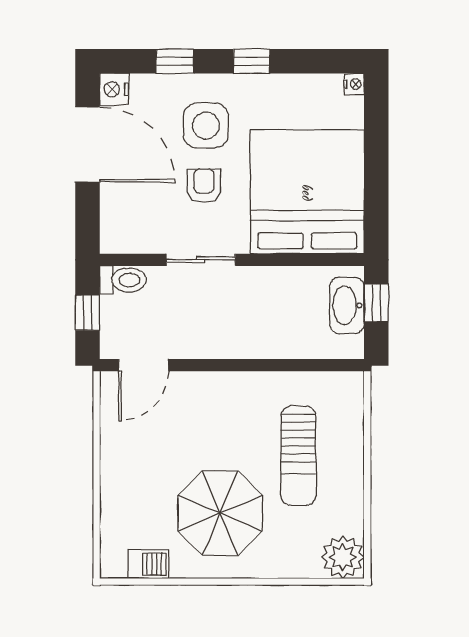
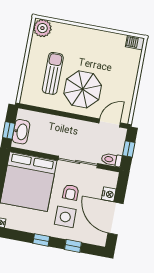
nightstand: (114, 89) -> (109, 194), moved
sliding door: (201, 260) -> (78, 162), width x1.37
parasol: (220, 513) -> (83, 89), moved
barbecue: (148, 564) -> (135, 43), moved

